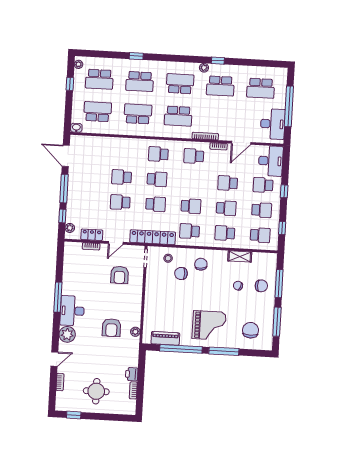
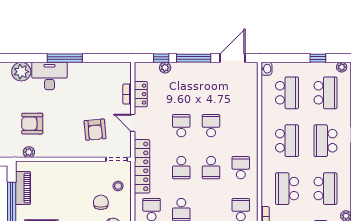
school desk: (99, 79) -> (325, 93), turned 180
plant: (70, 228) -> (165, 68), moved
armchair: (120, 275) -> (95, 130), turned -95

